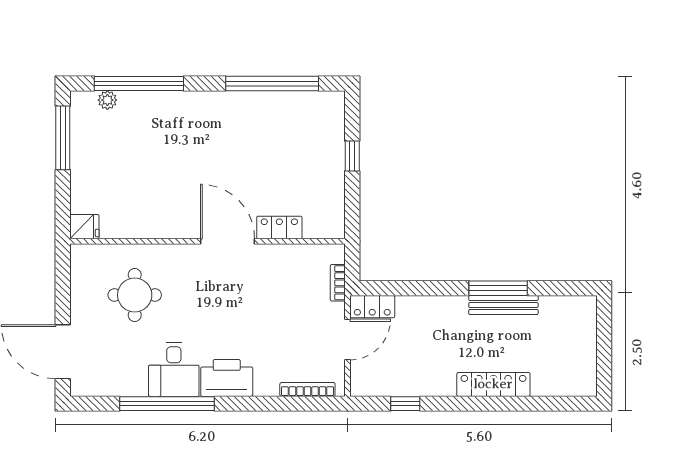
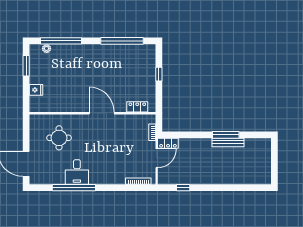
window: (63, 138) -> (26, 66), width x0.69
fridge: (84, 227) -> (36, 90), moved
locker: (279, 227) -> (137, 107), moved
printer: (227, 378) -> (101, 176), removed
locker: (493, 384) -> (224, 179), removed

